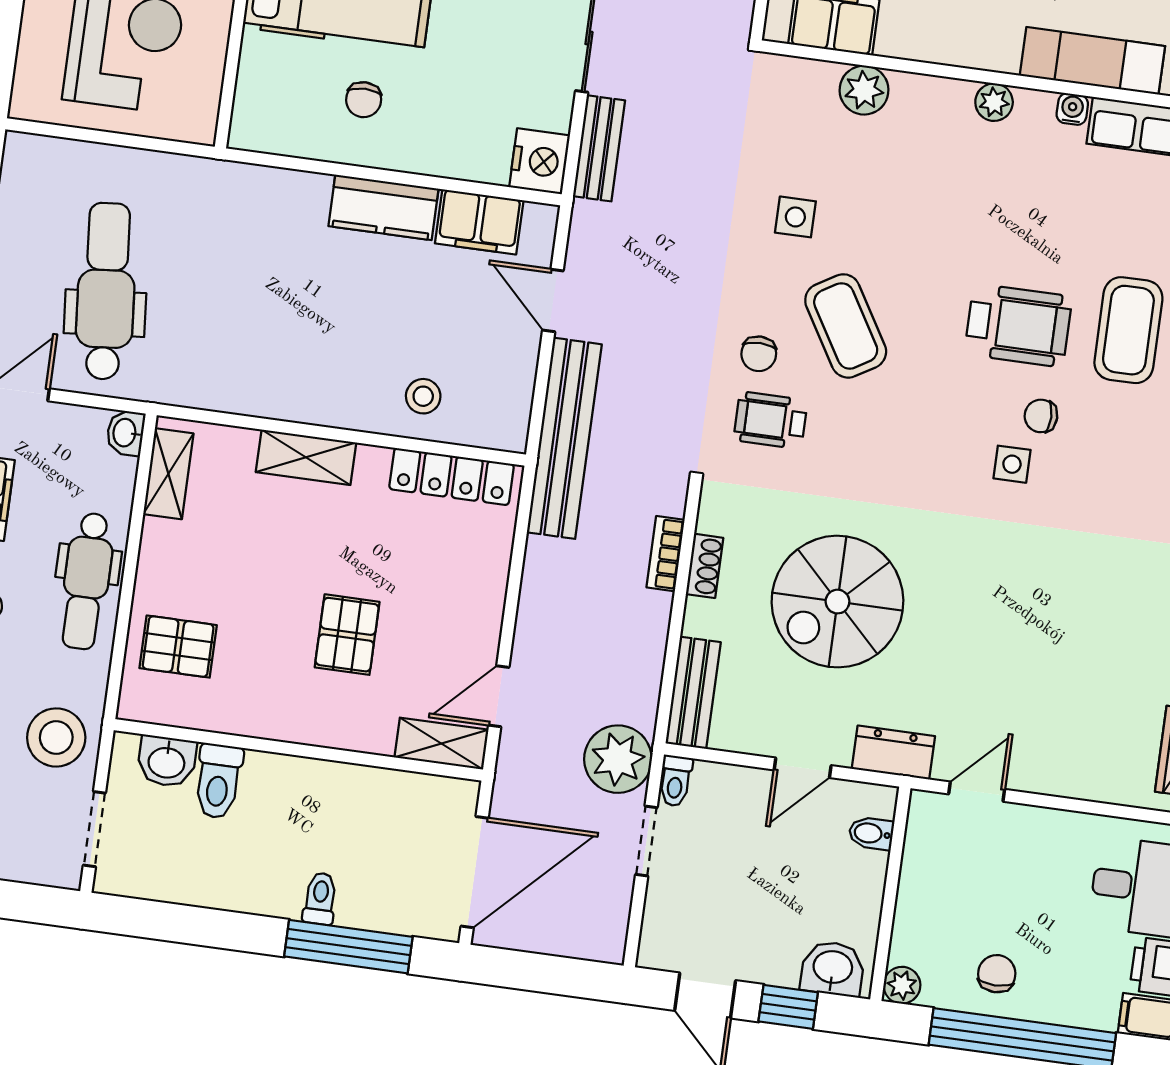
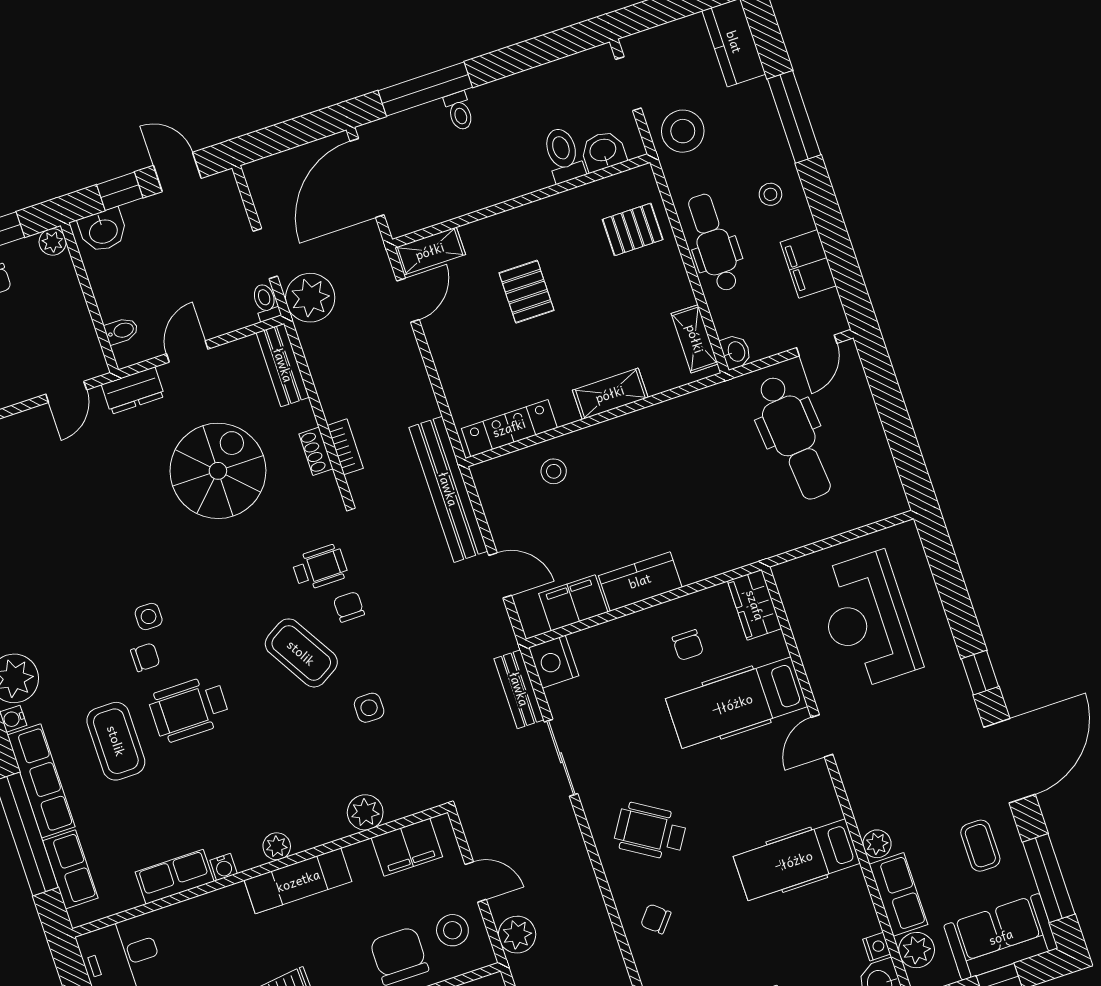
exam couch: (1092, 61) -> (298, 881), moved
chair: (364, 100) -> (688, 645), turned 180
wardrobe: (257, 109) -> (755, 605), added

